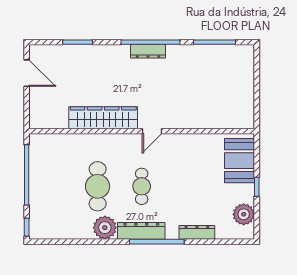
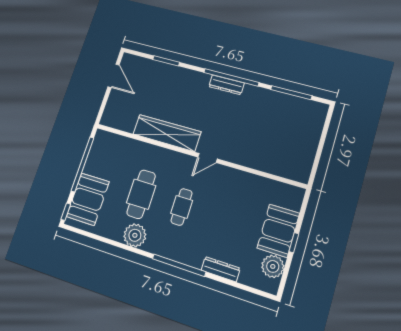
booth: (240, 161) -> (278, 231), moved
booth: (45, 208) -> (88, 199), added
dresser: (141, 231) -> (168, 250), removed

